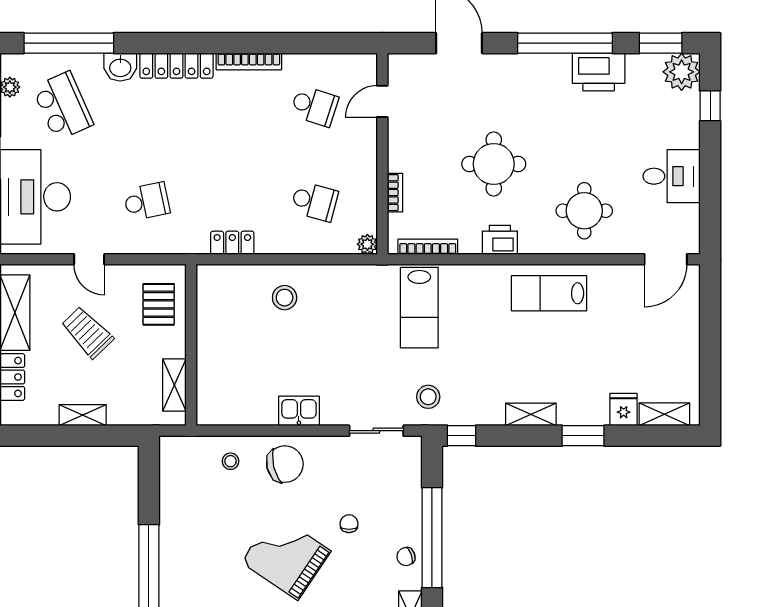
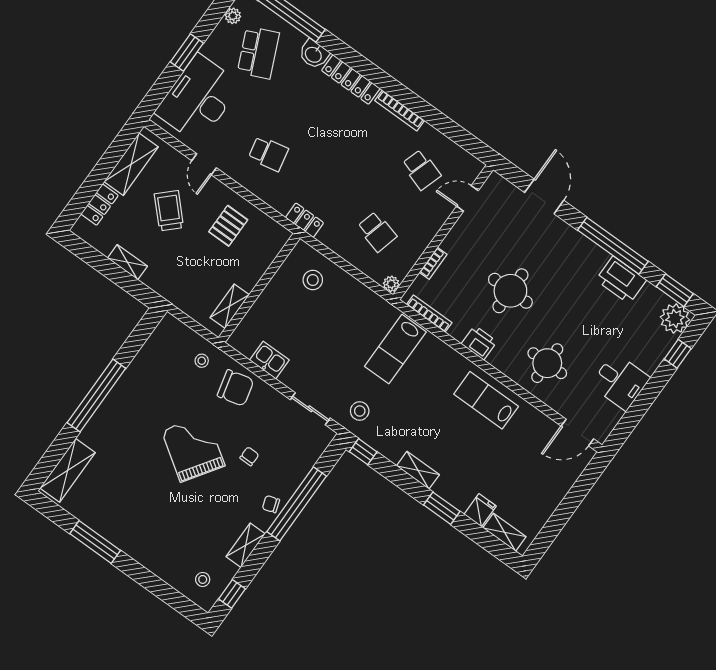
wall: (191, 345) -> (259, 288), moved
shelving: (174, 385) -> (230, 306), moved

